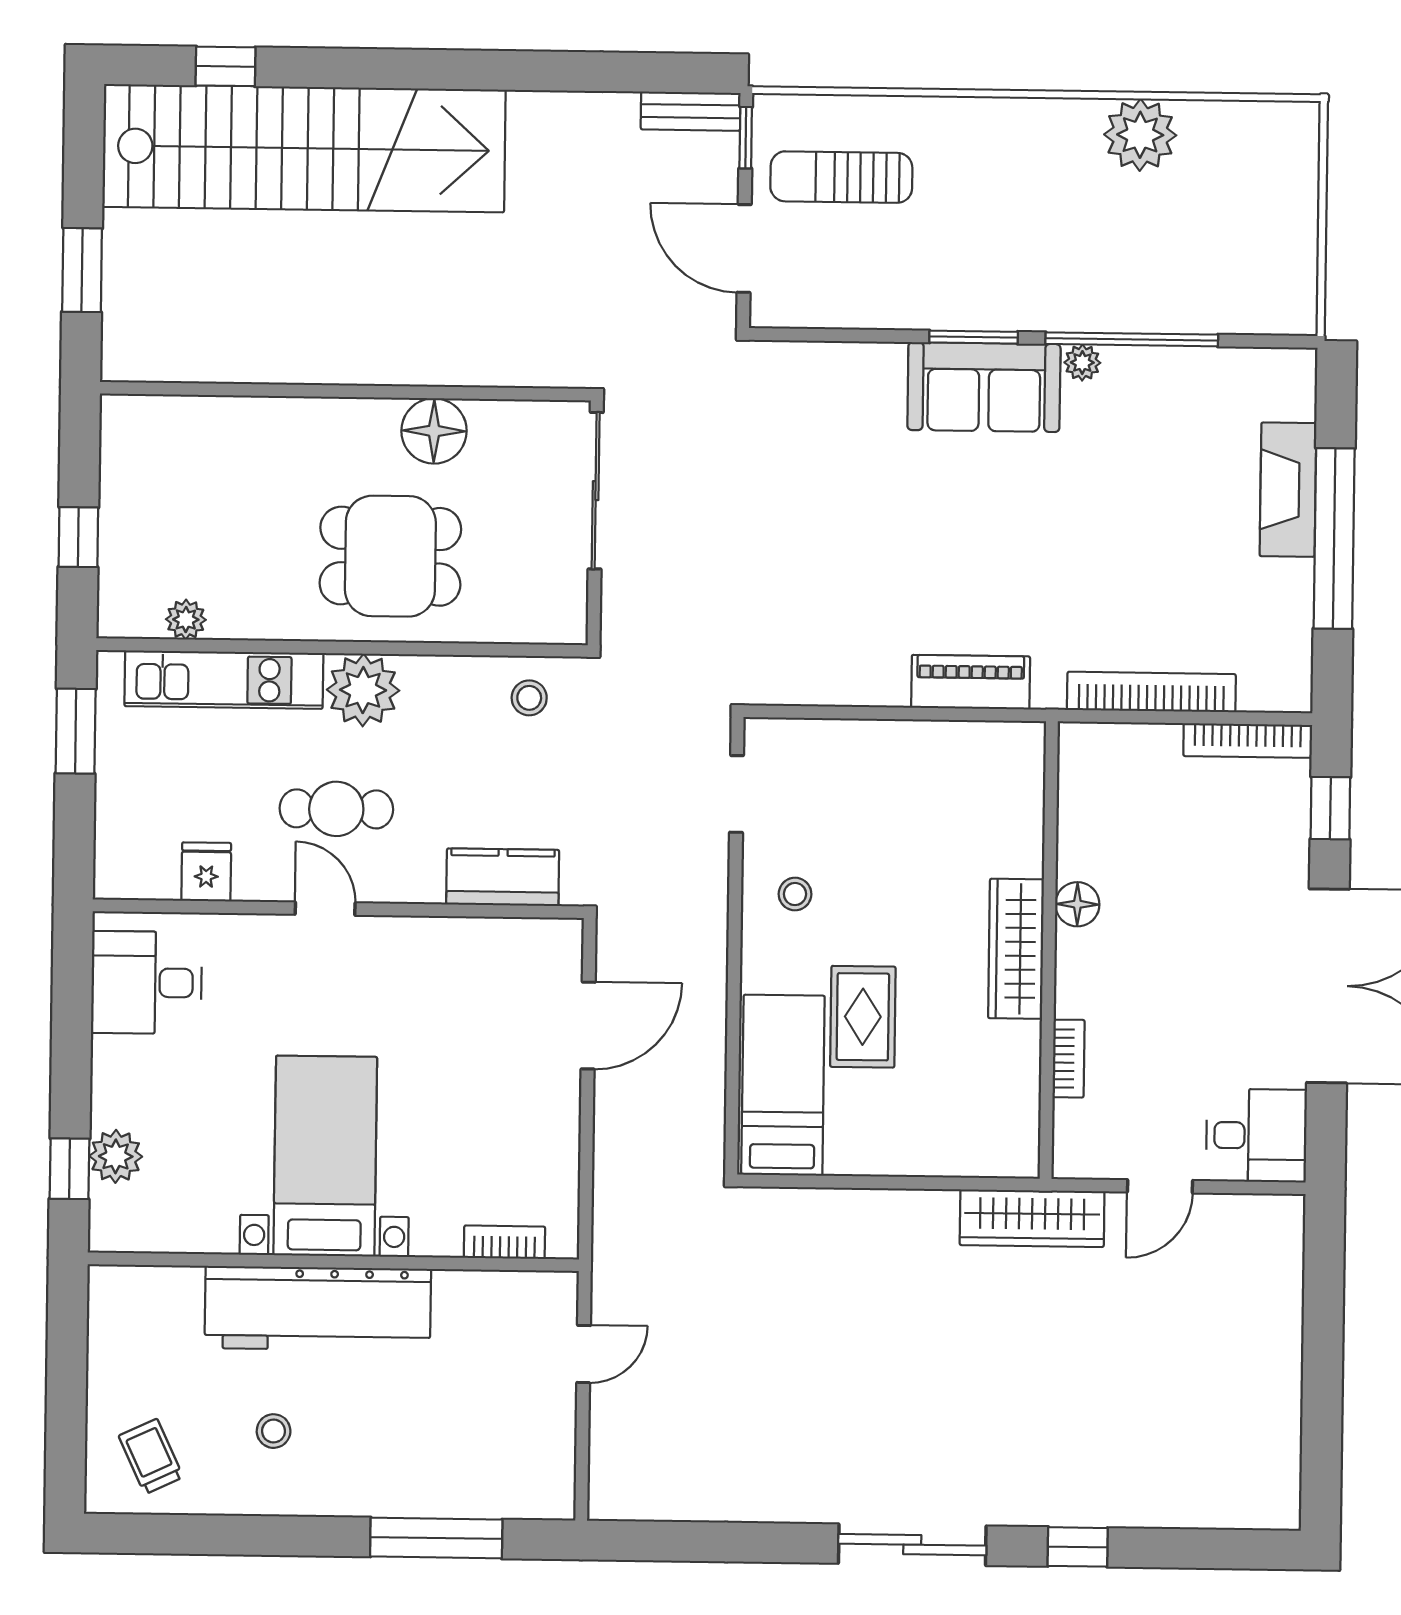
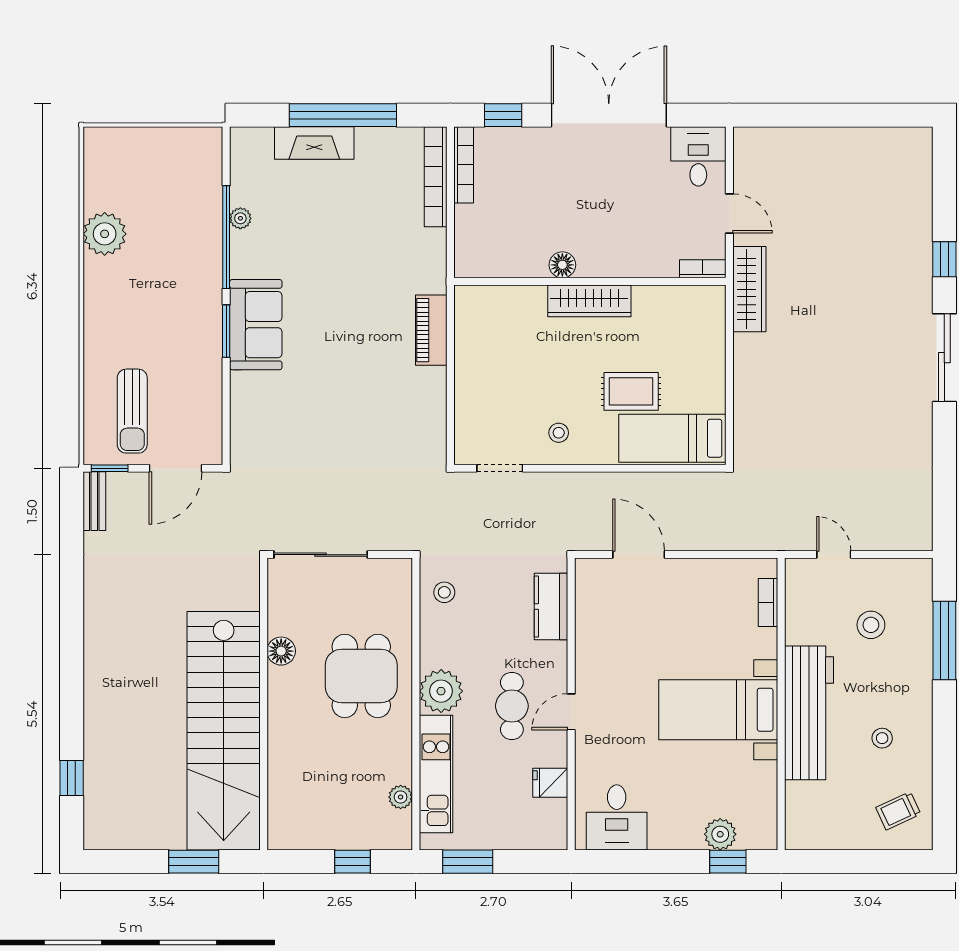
stairs: (304, 148) -> (224, 731), moved, turned 180
plant: (1082, 363) -> (240, 218), moved
floor lamp: (434, 431) -> (281, 651), width x0.73, depth x0.73
bookcase: (1151, 692) -> (436, 177), moved
bookcase: (1069, 1059) -> (703, 269), moved
stool: (464, 1415) -> (871, 625), added

